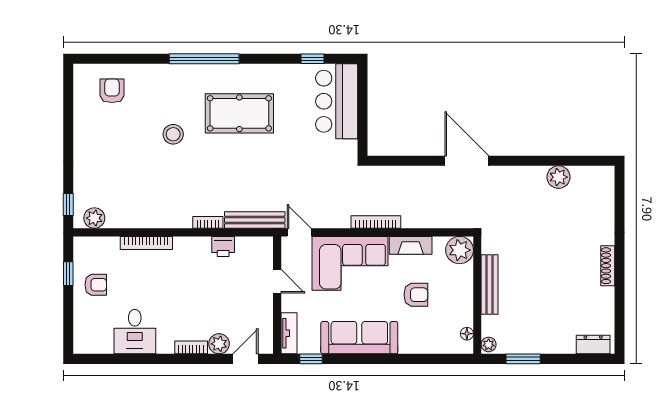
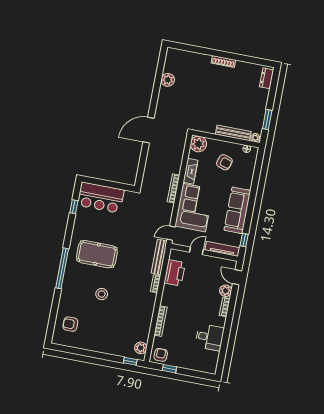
pool table: (239, 113) -> (97, 254), turned 90
printer: (223, 246) -> (175, 273), width x1.87, depth x1.48
armchair: (96, 285) -> (161, 355), moved
bench: (490, 285) -> (233, 133), moved
armchair: (416, 295) -> (224, 162), moved, turned 108
tv unit: (289, 333) -> (222, 249), width x1.41

